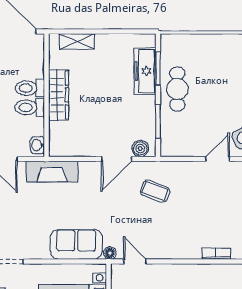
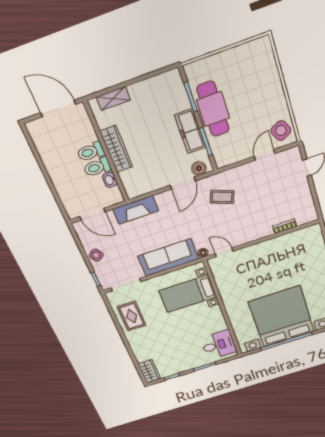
freezer: (145, 71) -> (190, 131), moved
cafe table: (177, 89) -> (213, 109), width x1.37, depth x1.35
washbasin: (37, 145) -> (110, 180), moved
sofa: (76, 244) -> (168, 258), width x1.36

